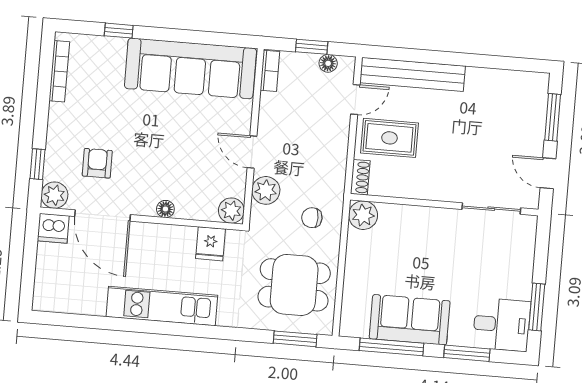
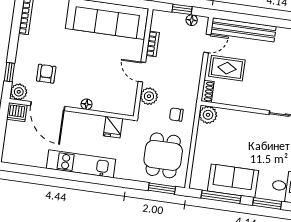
bookcase: (270, 71) -> (153, 44), moved
plant: (231, 211) -> (127, 107), removed
dining table: (294, 285) -> (163, 155), turned 90

